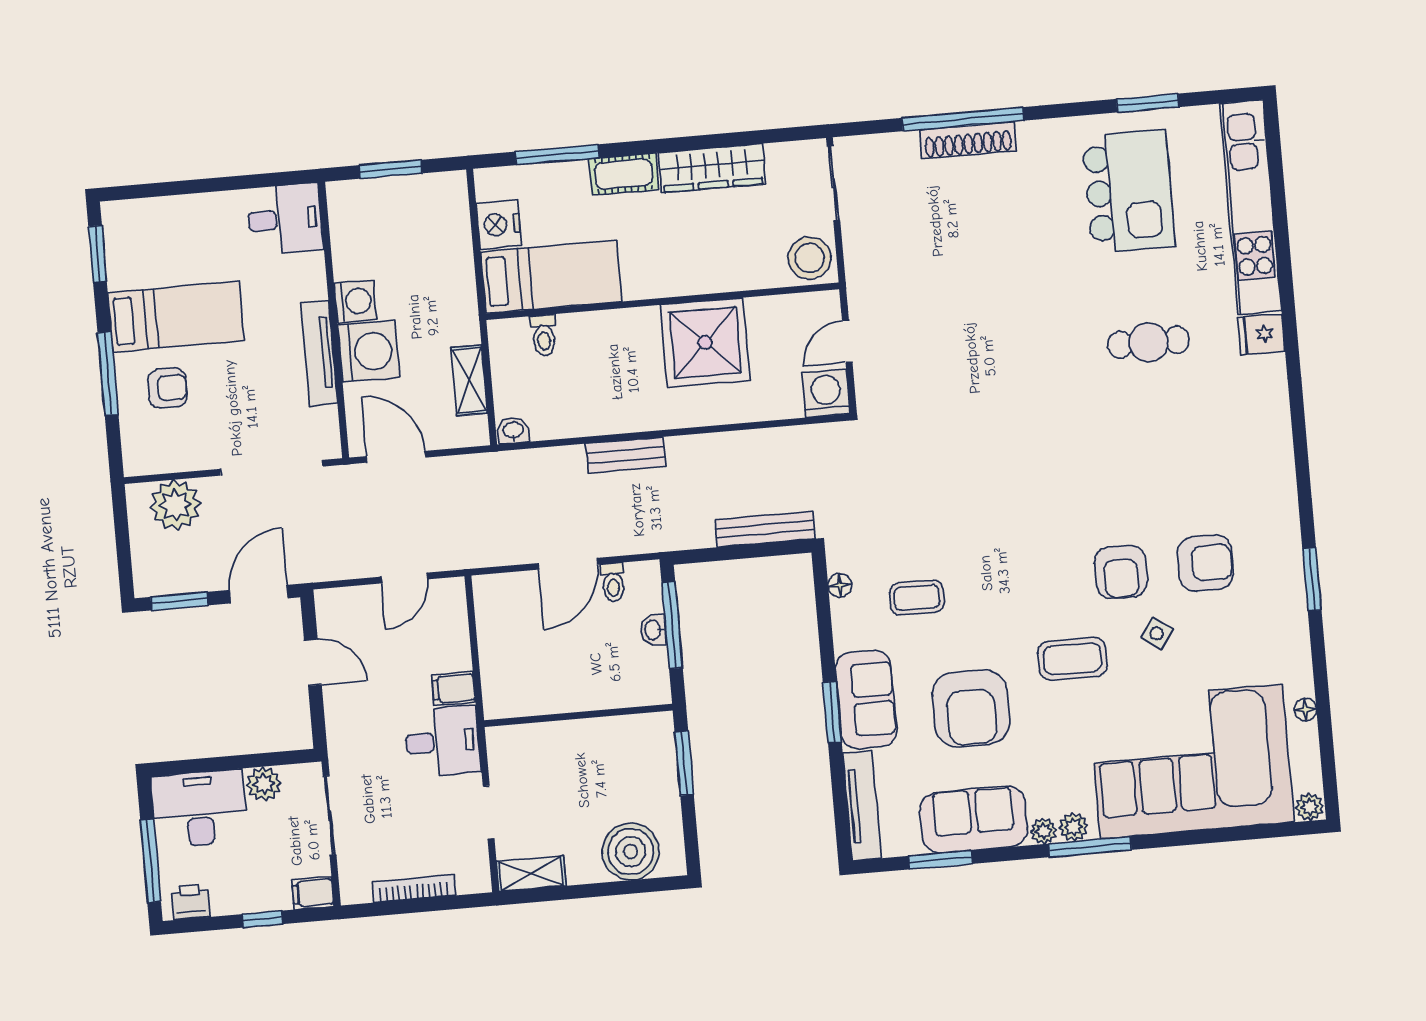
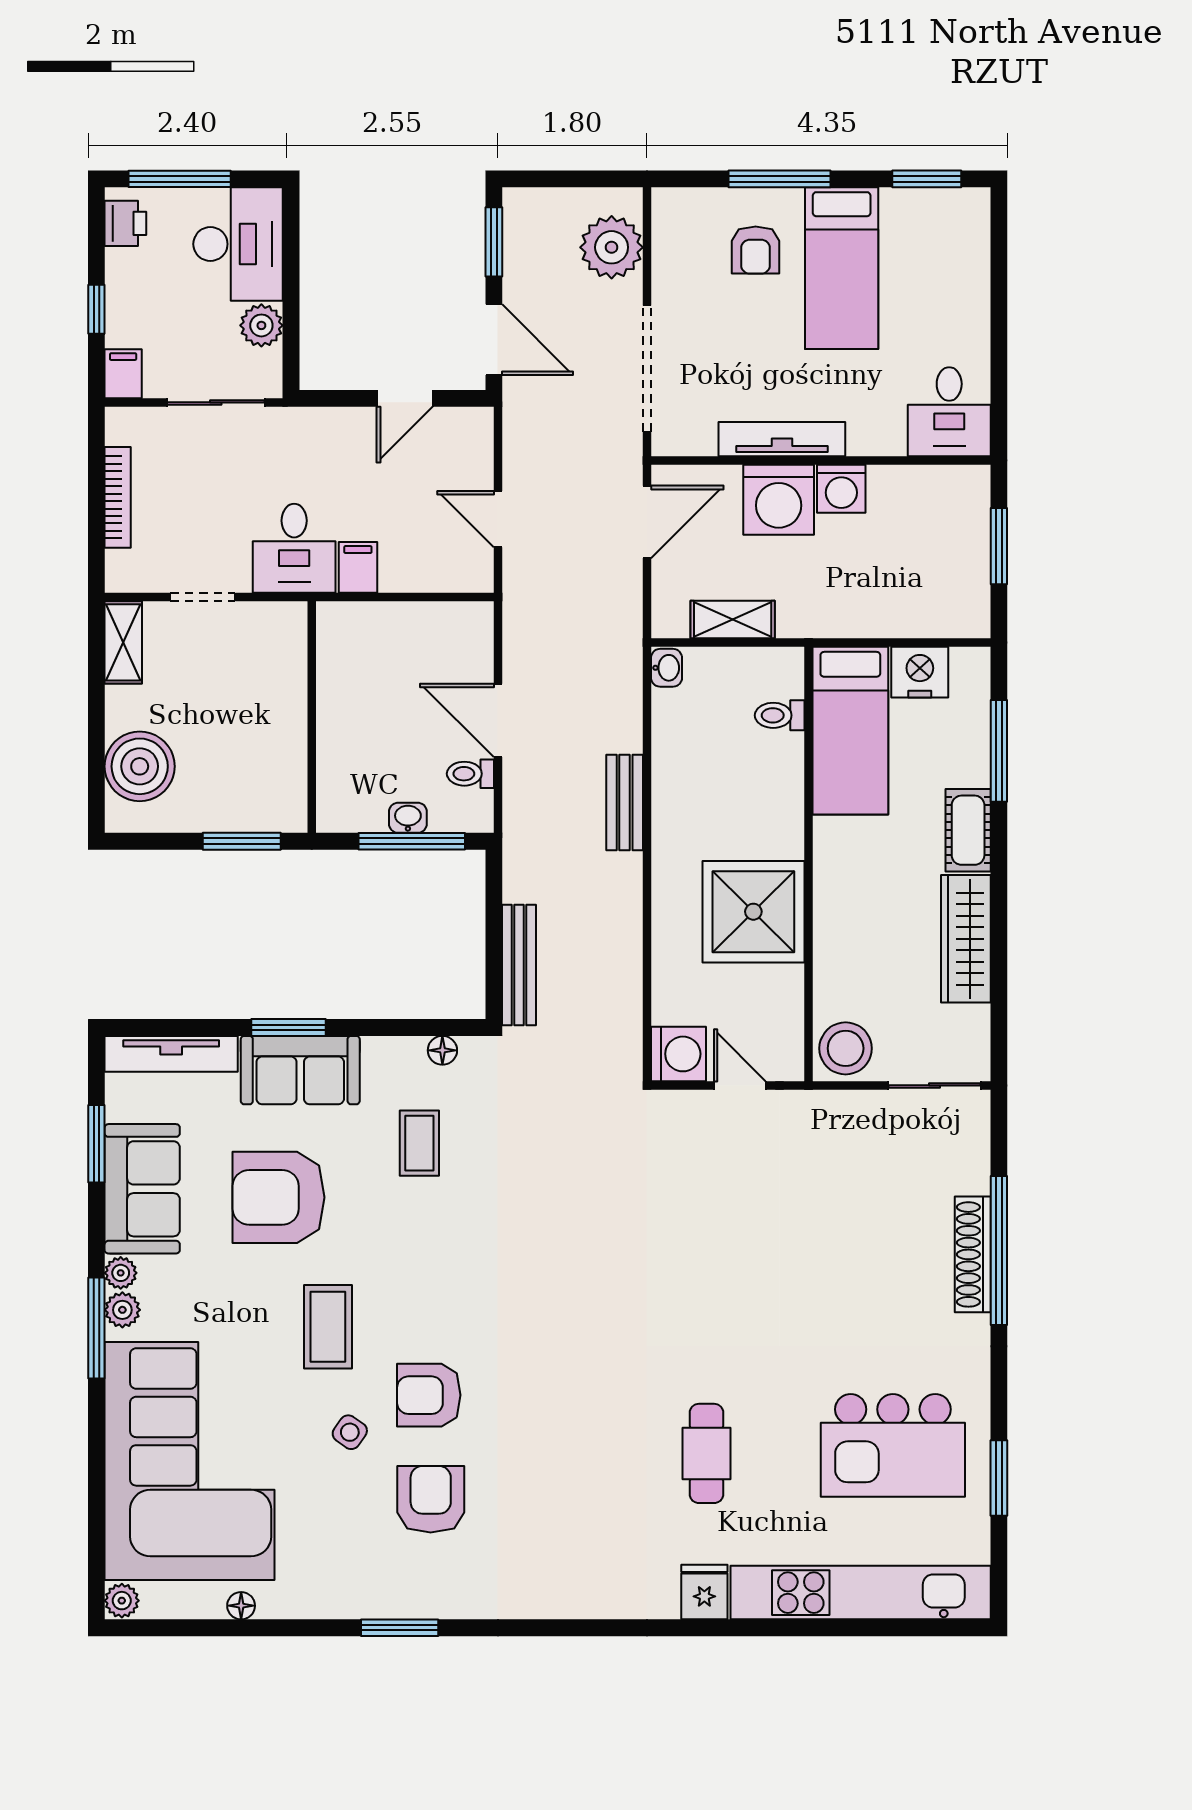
armchair: (1205, 563) -> (431, 1499), turned 180

